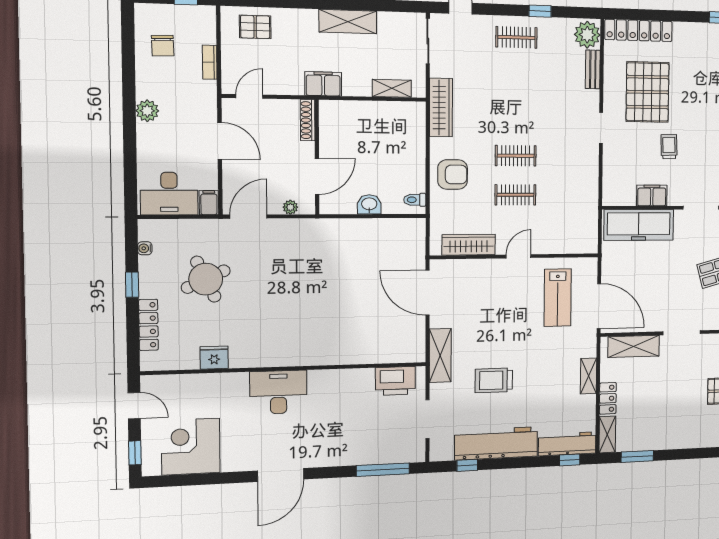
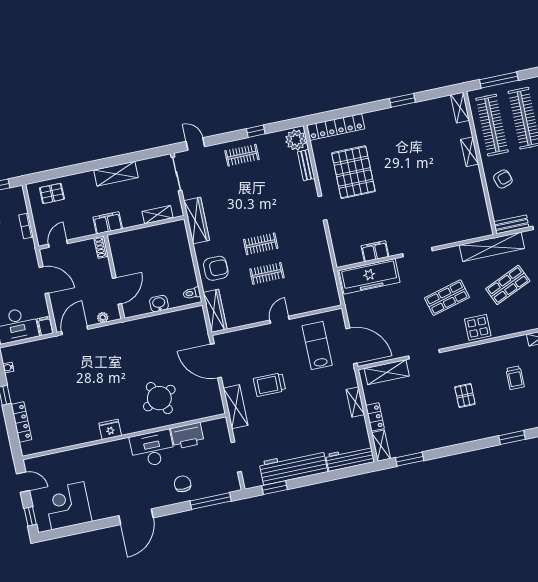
shoe rack: (308, 120) -> (101, 247), width x0.70
trolley: (669, 147) -> (380, 210), removed
wardrobe: (469, 245) -> (215, 311), moved, turned 90
round table: (206, 279) -> (159, 398), moved
lab bench: (558, 298) -> (317, 345), turned 180
fridge: (214, 358) -> (110, 429), moved
trolley: (494, 380) -> (270, 385), moved
printer: (395, 381) -> (187, 436), moved
desk: (278, 392) -> (152, 449), moved
chair: (351, 442) -> (183, 484), added
window: (570, 460) -> (355, 471), removed
window: (467, 465) -> (274, 488), width x1.50

